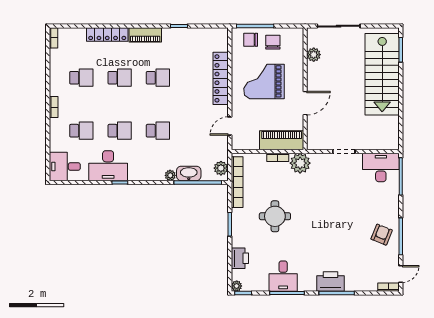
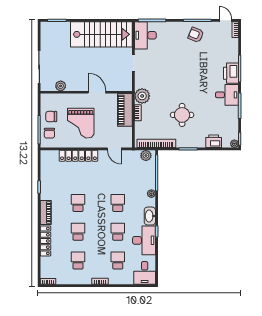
stairs: (382, 74) -> (101, 34), moved
washbasin: (189, 173) -> (150, 216), moved
desk: (283, 276) -> (227, 95), moved

